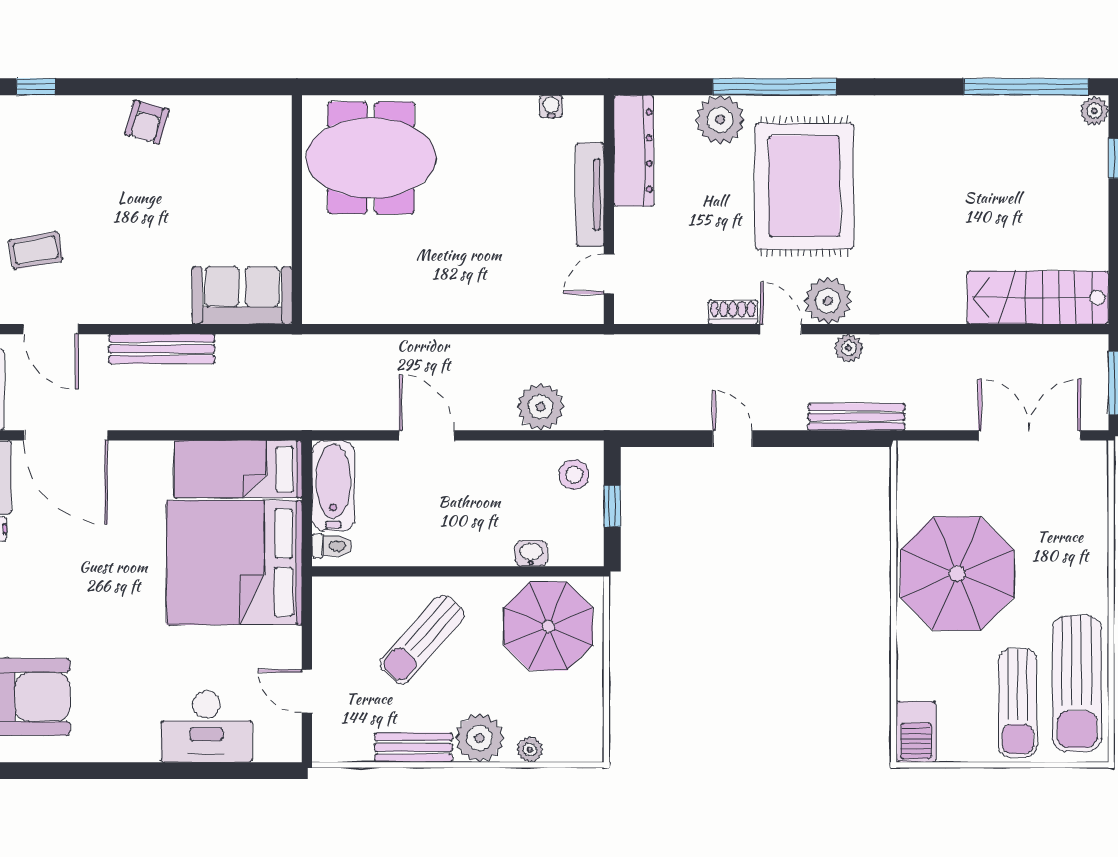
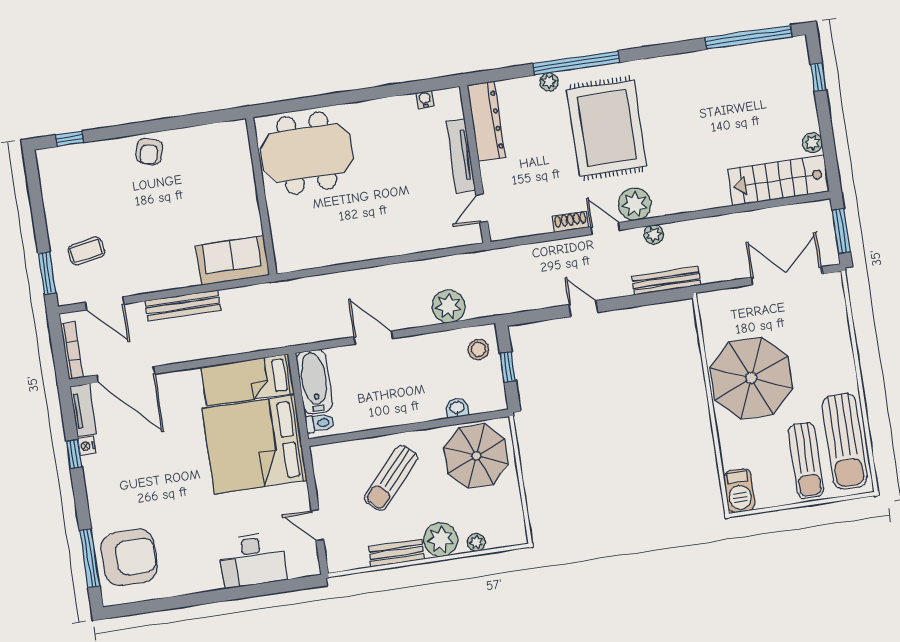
plant: (1094, 111) -> (812, 143), moved
plant: (720, 120) -> (549, 82), width x0.53, depth x0.53

